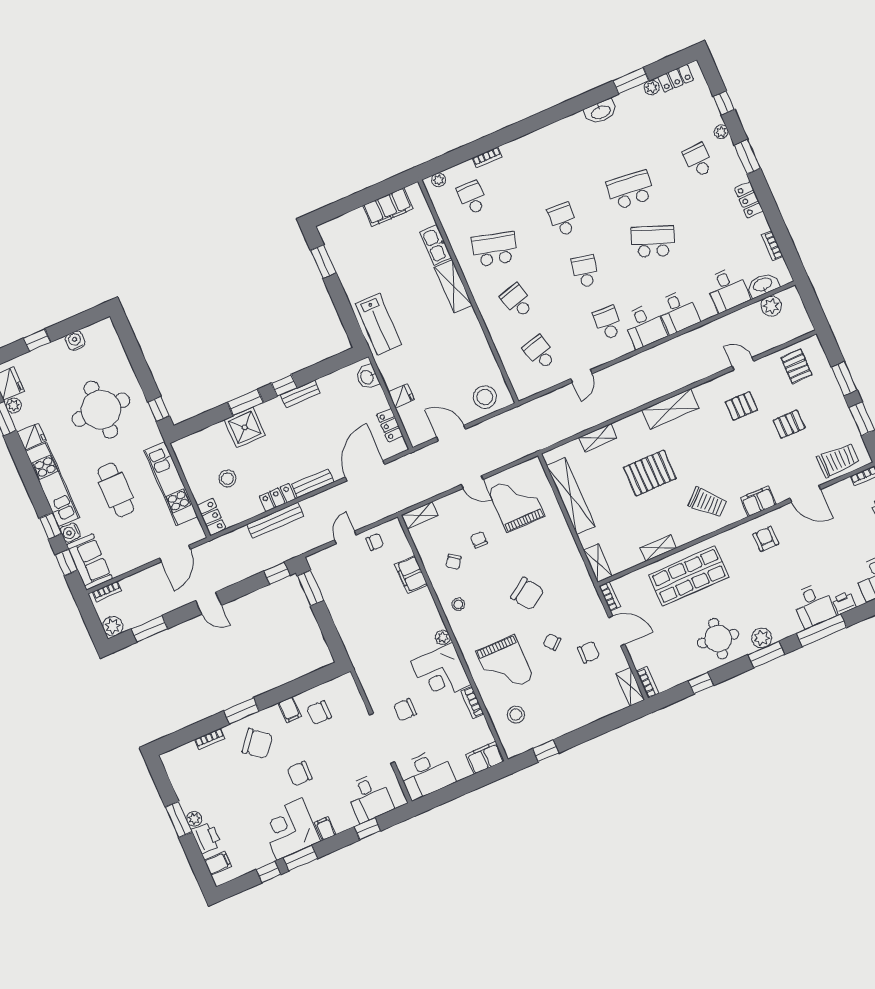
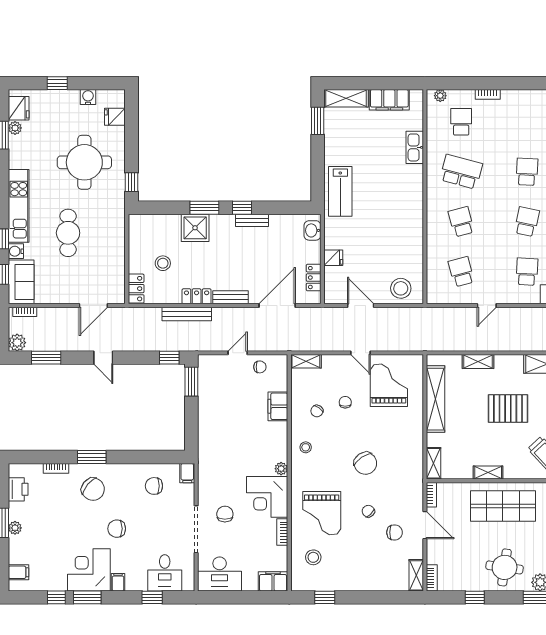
shelving: (453, 286) -> (346, 98), moved, turned 90
fridge: (32, 436) -> (115, 117), moved, turned 180
kitchen unit: (171, 484) -> (115, 247), removed
filing cabinet: (290, 710) -> (187, 473), moved
chair: (405, 710) -> (225, 514), turned 90
printer: (206, 838) -> (18, 489), moved

